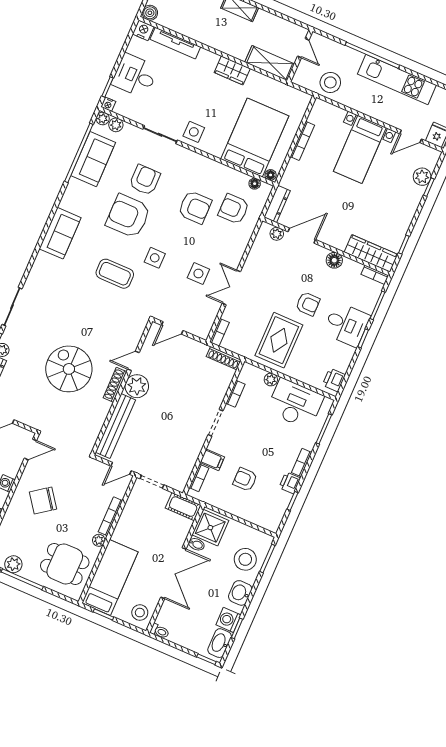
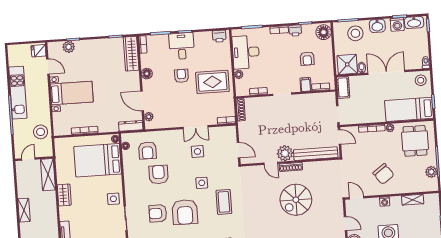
floor lamp: (268, 519) -> (324, 32), added

